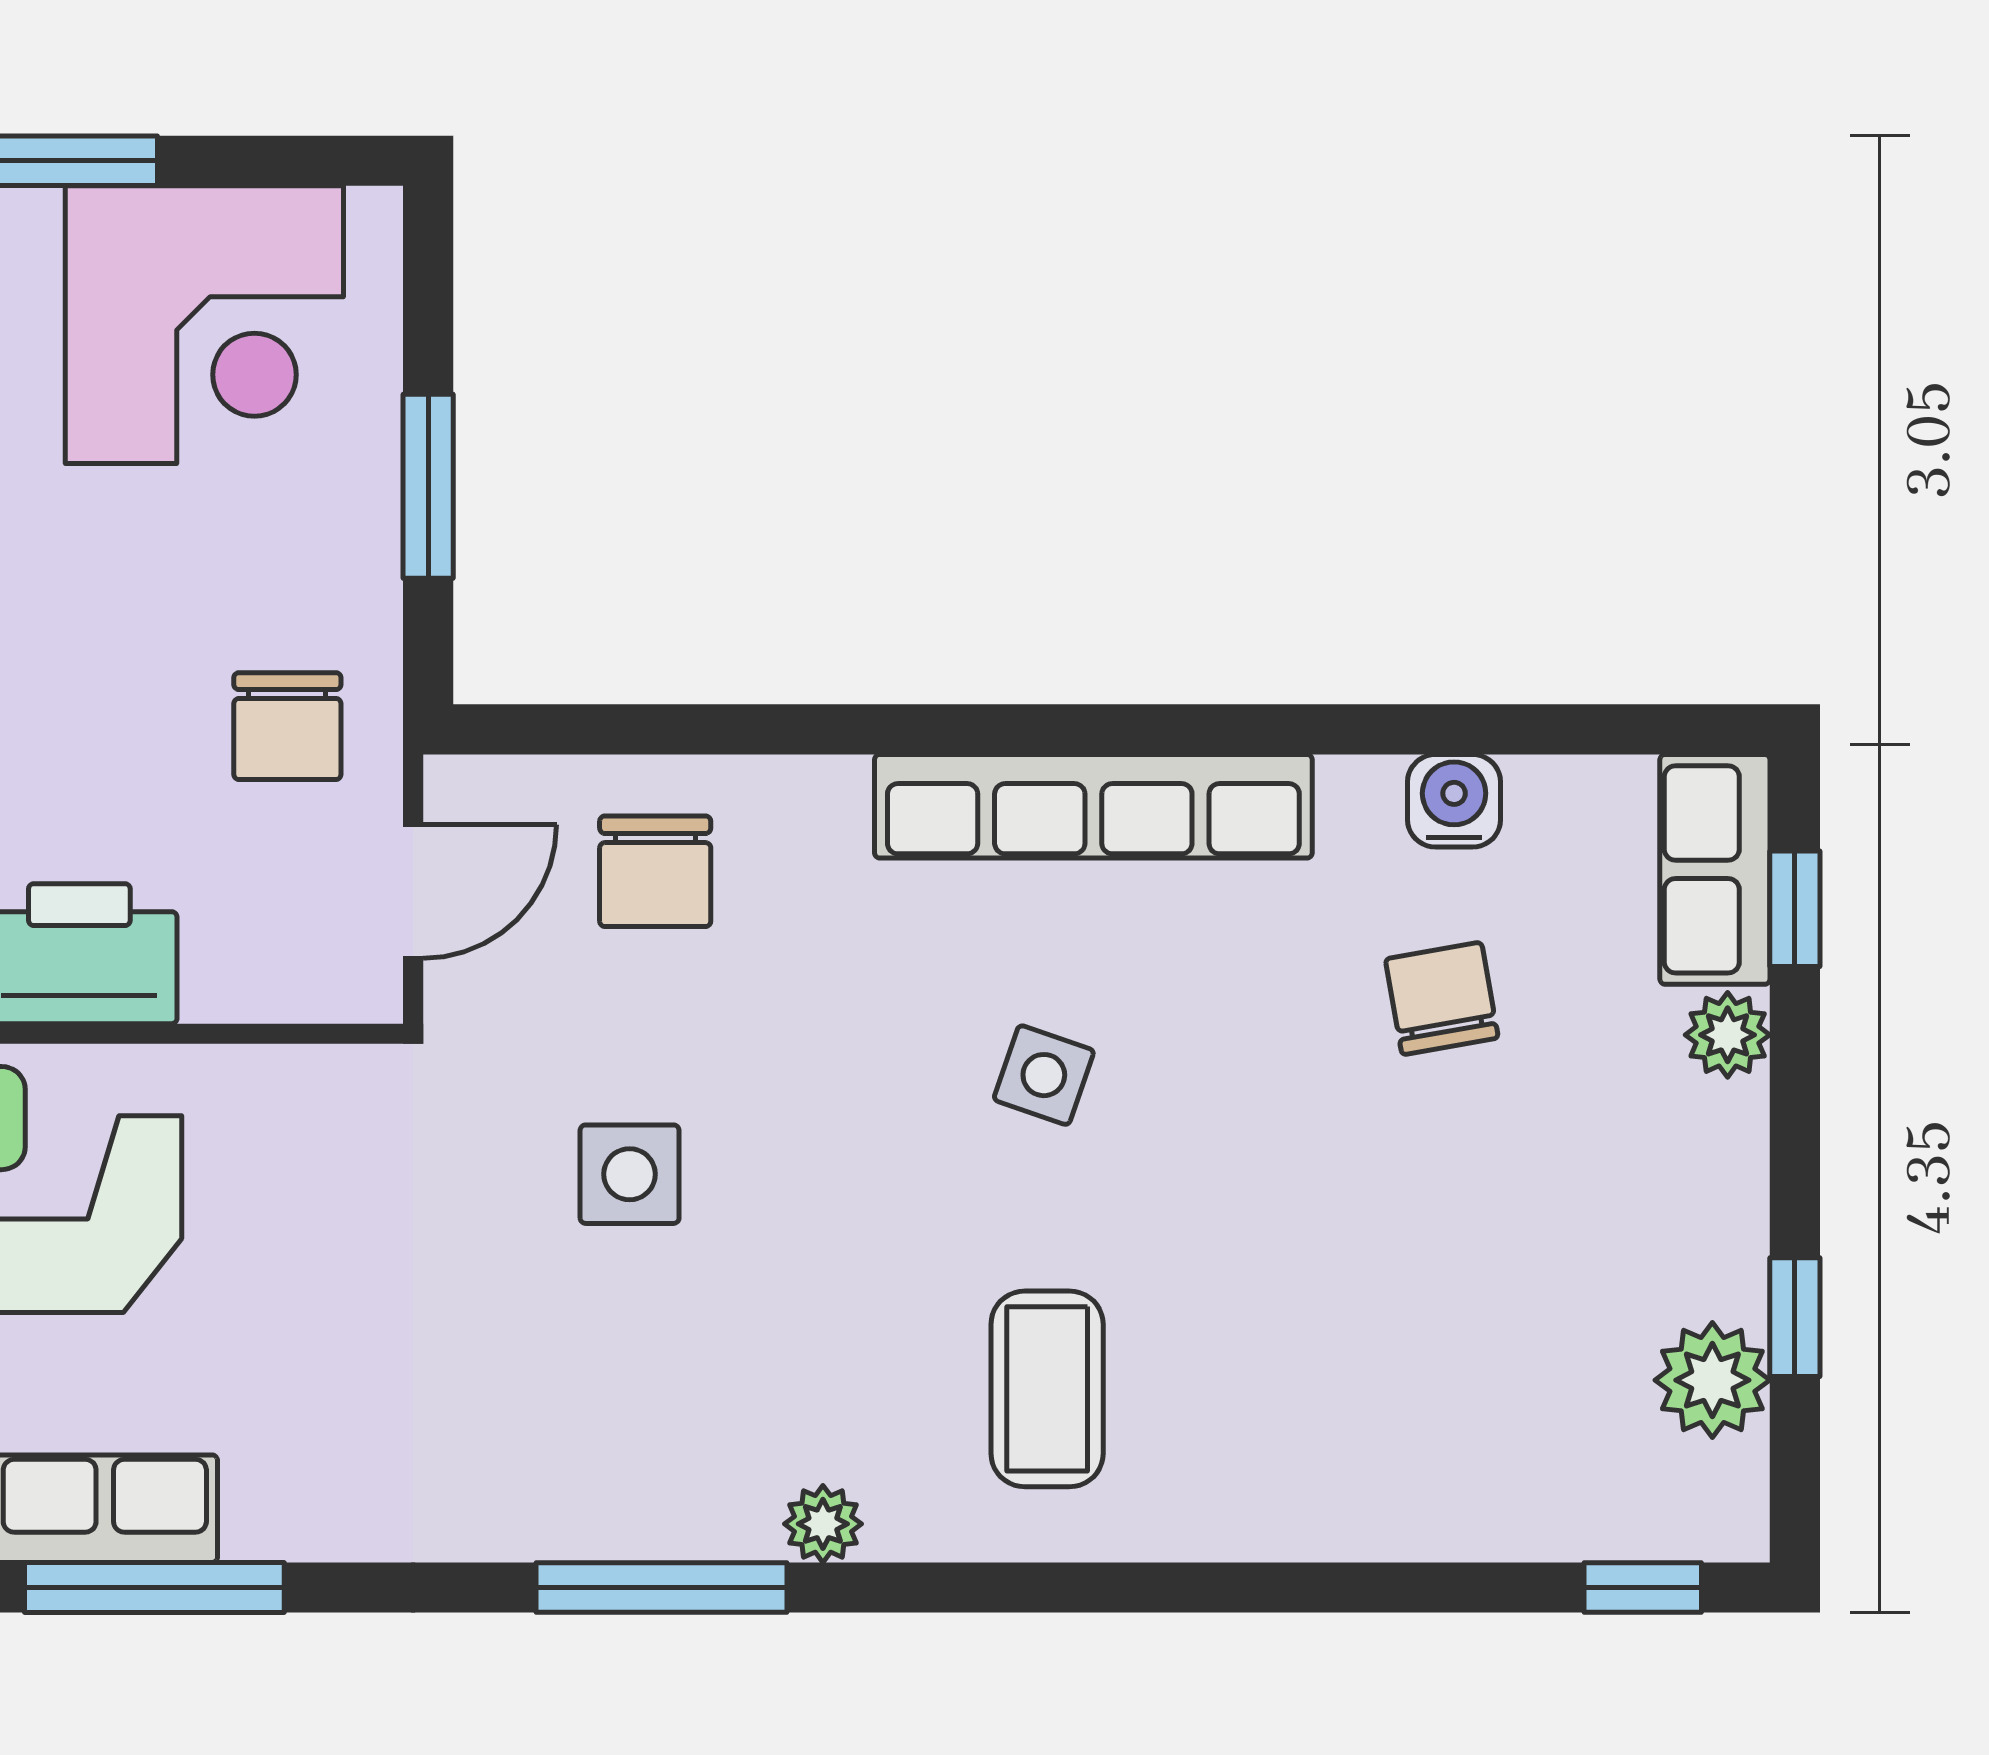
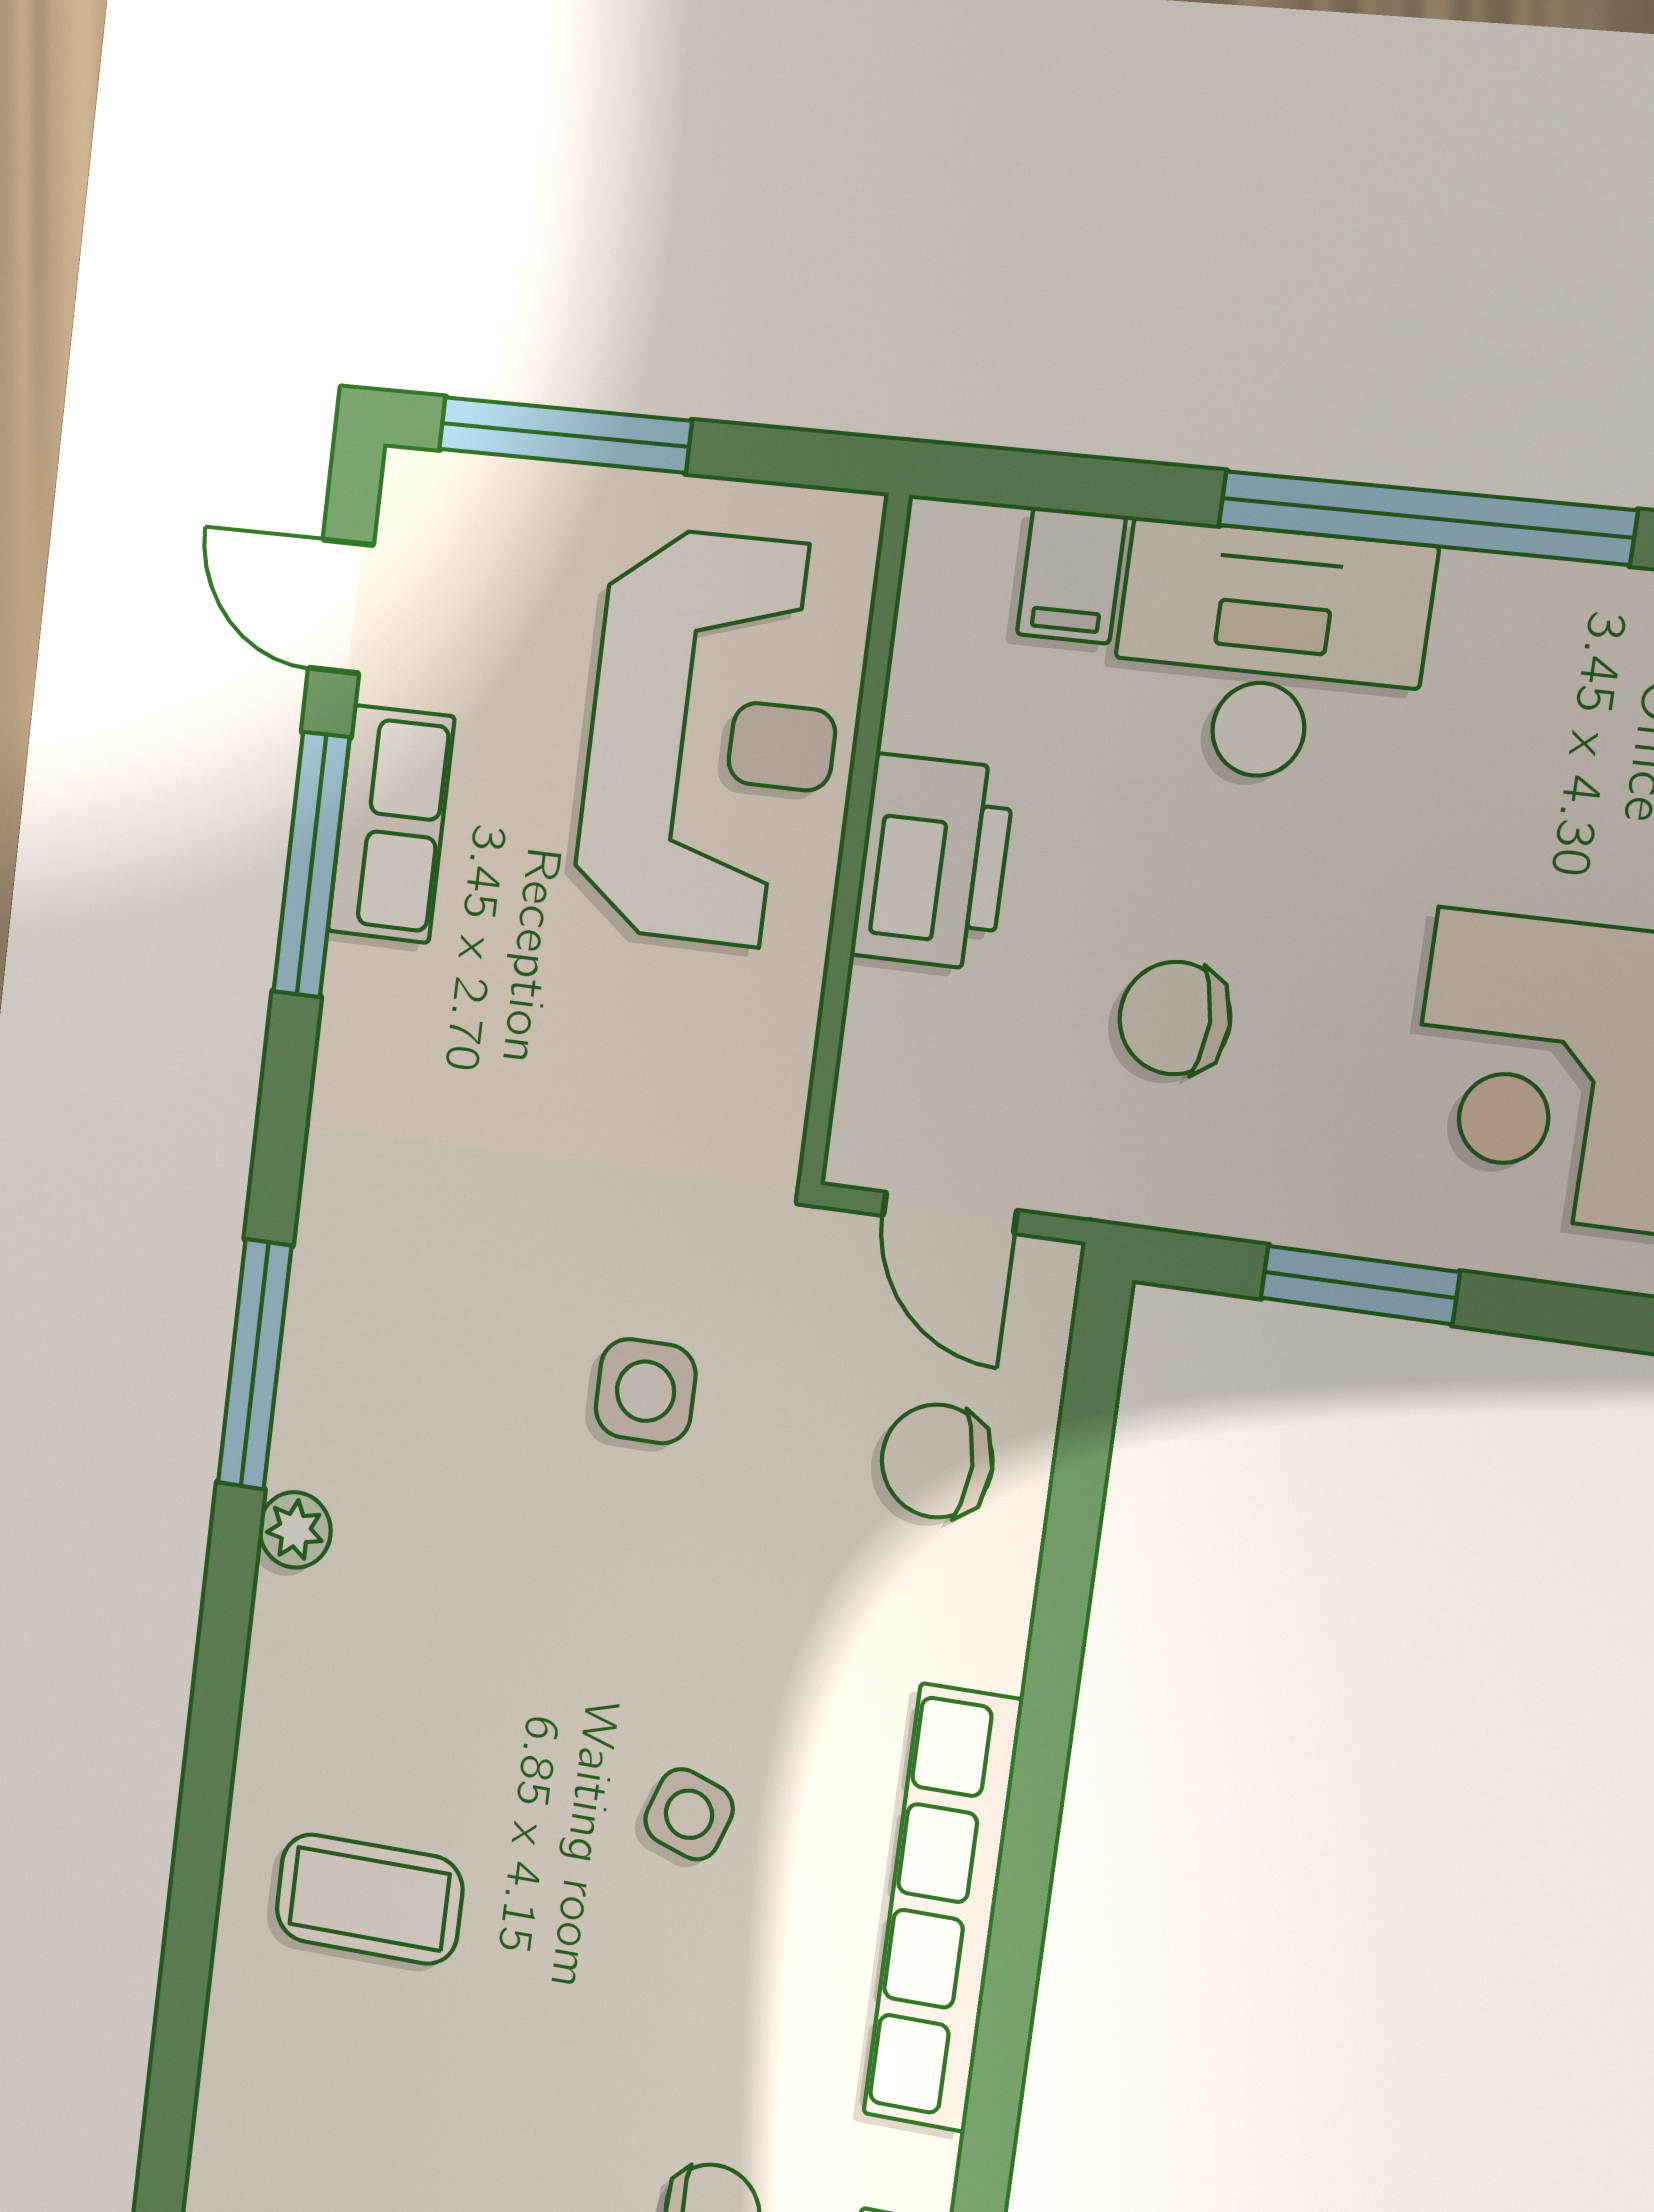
chair: (287, 726) -> (1175, 1018), moved
coffee table: (1047, 1389) -> (369, 1899), moved

